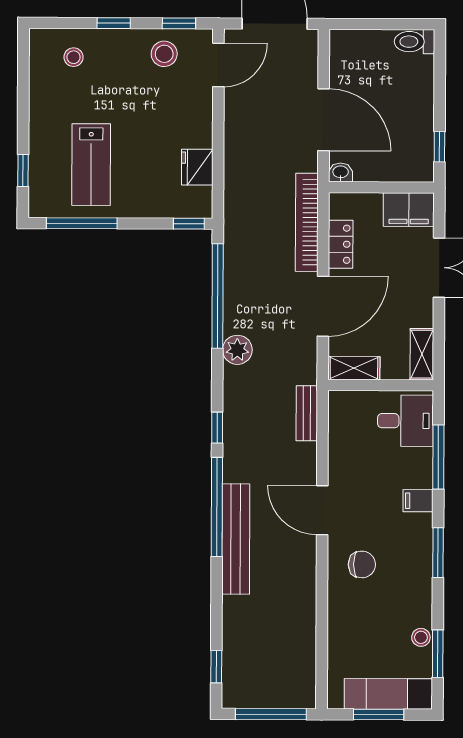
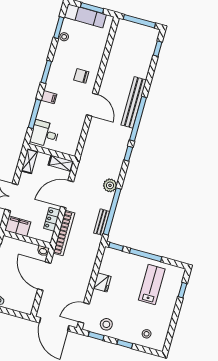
fridge: (197, 167) -> (102, 282), moved
window: (82, 223) -> (146, 255), moved
bench: (307, 413) -> (102, 222), moved

